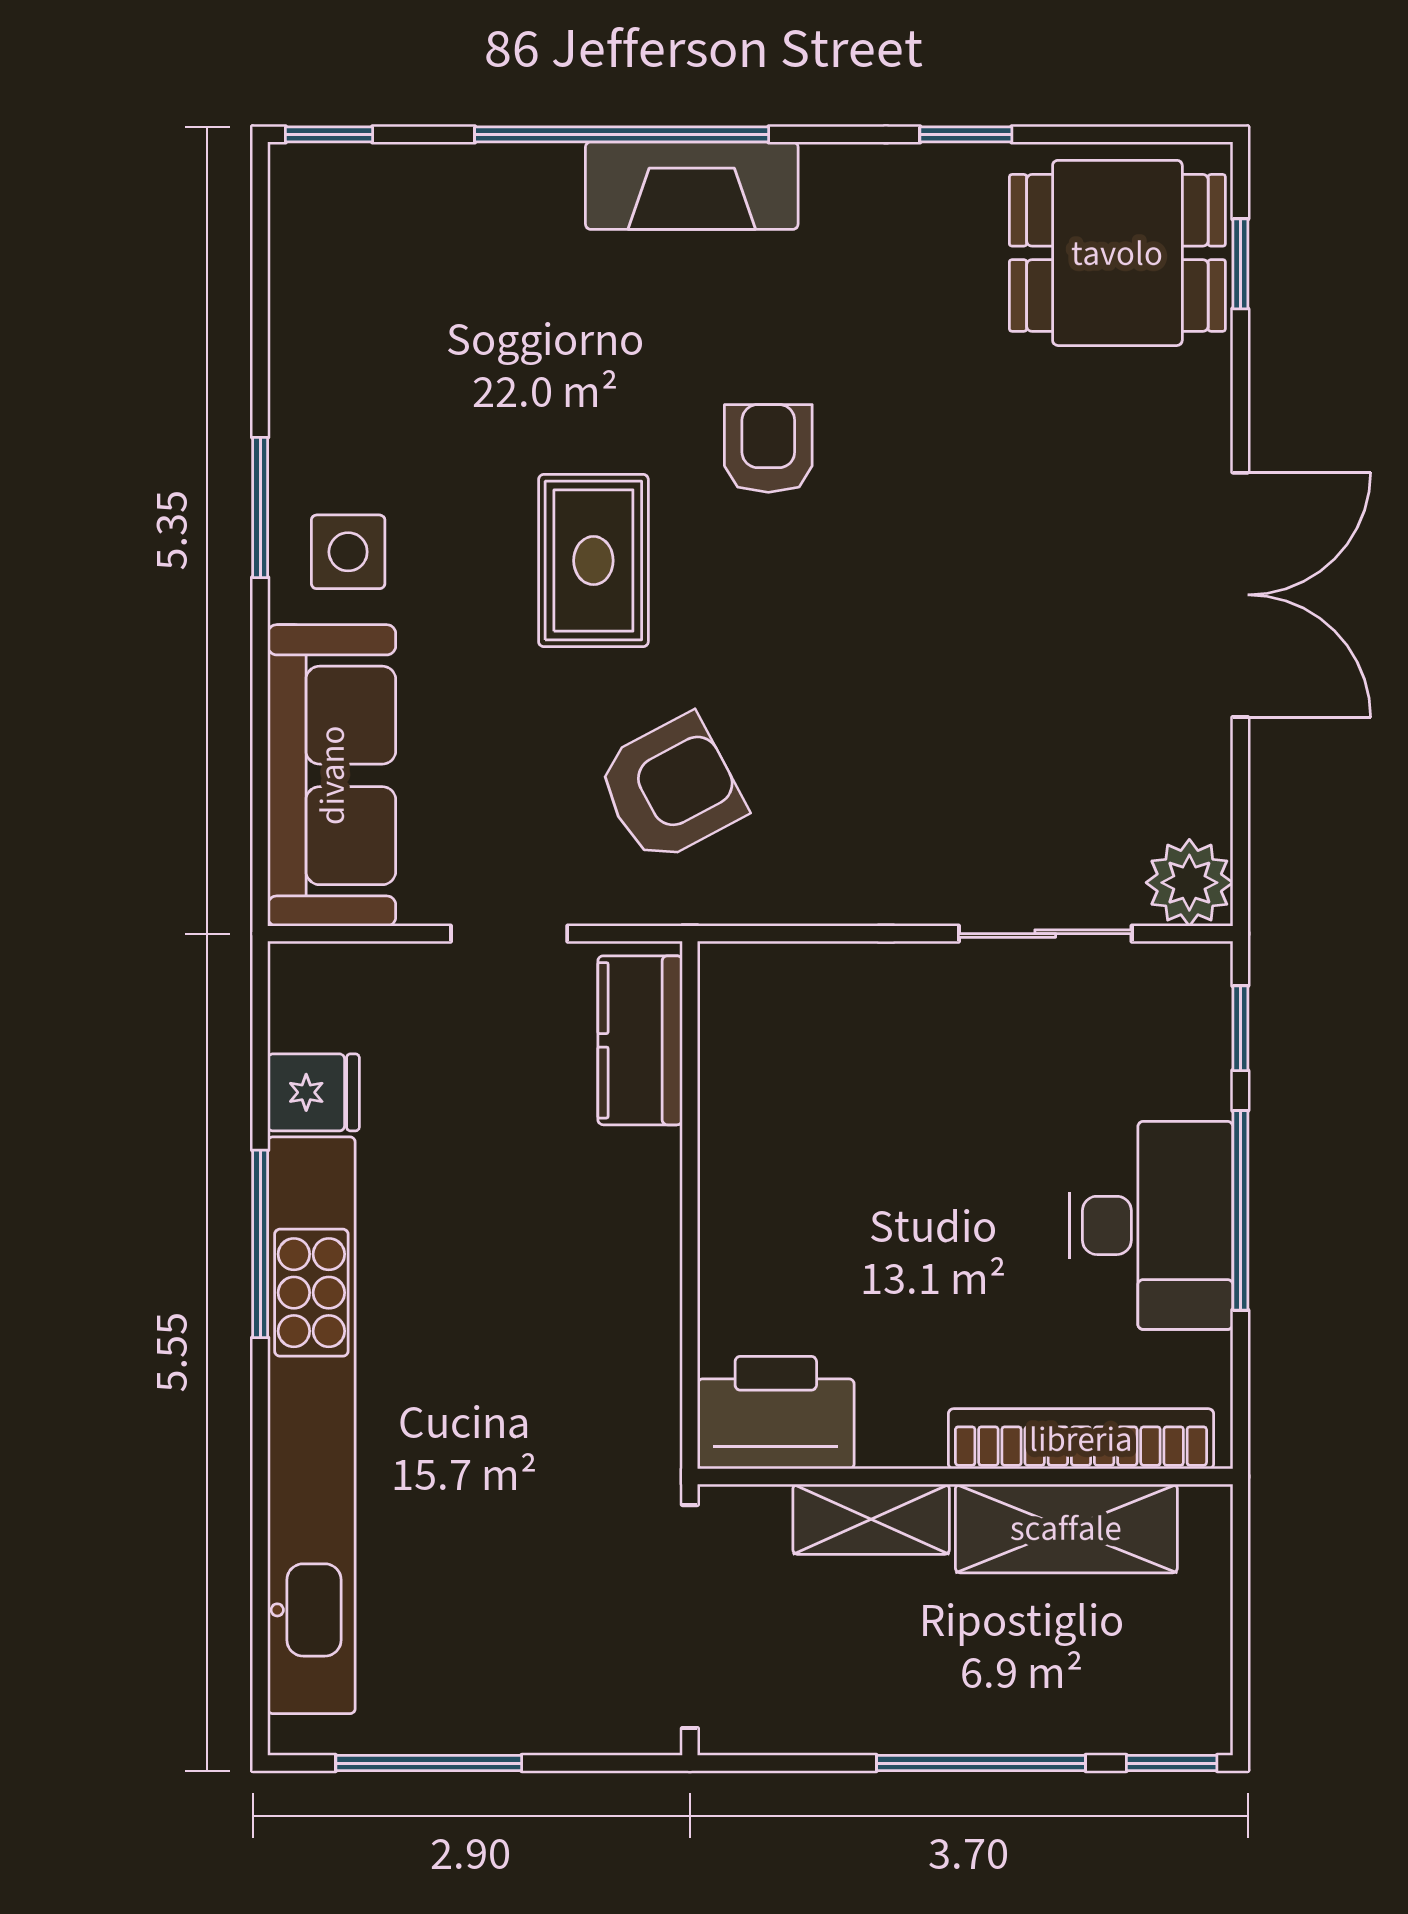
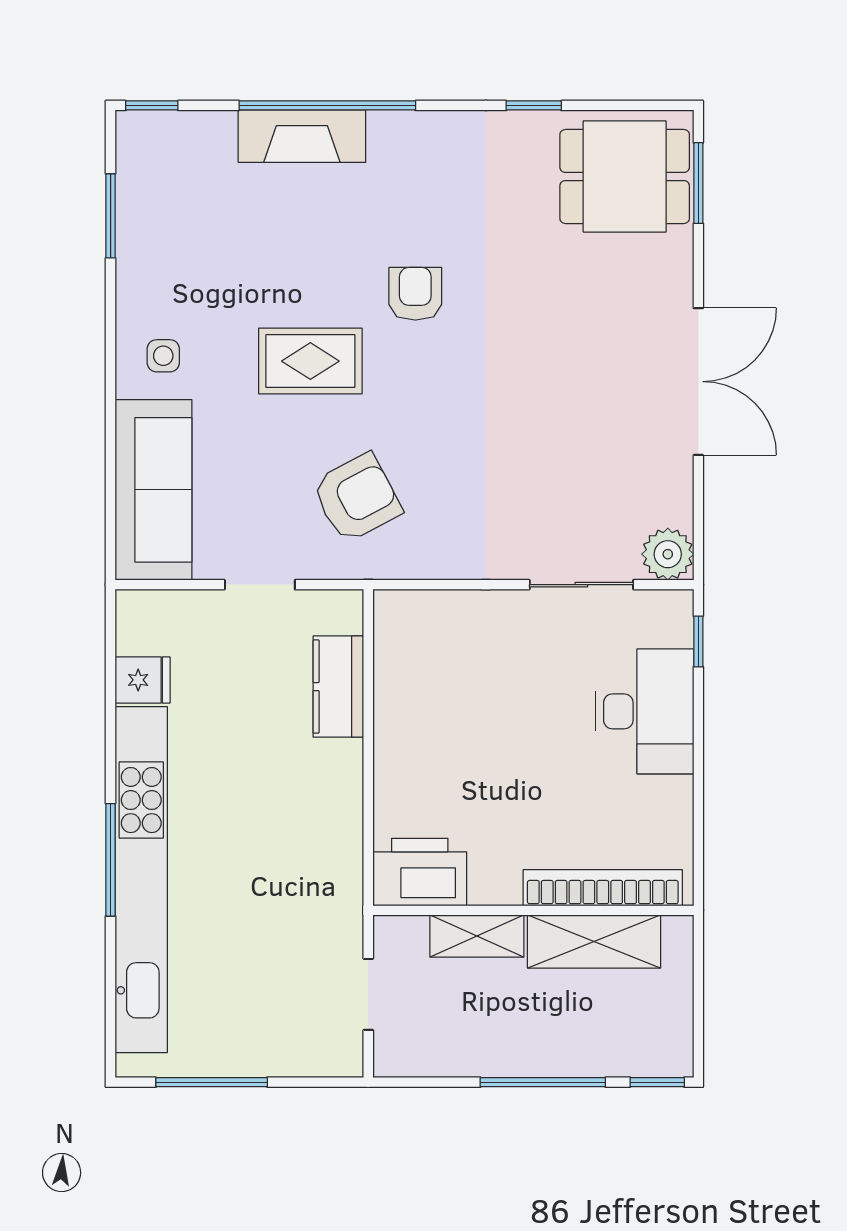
fireplace: (692, 186) -> (302, 136), moved
window: (1240, 264) -> (698, 183), width x1.50
window: (260, 507) -> (111, 216), moved
side table: (348, 552) -> (163, 356), width x0.73, depth x0.73
rug: (593, 561) -> (310, 361), turned 90
kitchen counter: (640, 1040) -> (338, 687), moved
window: (1240, 1210) -> (698, 751), removed
desk: (1151, 1225) -> (645, 711), moved
window: (260, 1244) -> (111, 860), moved
doorway: (690, 1617) -> (368, 994), width x0.53

